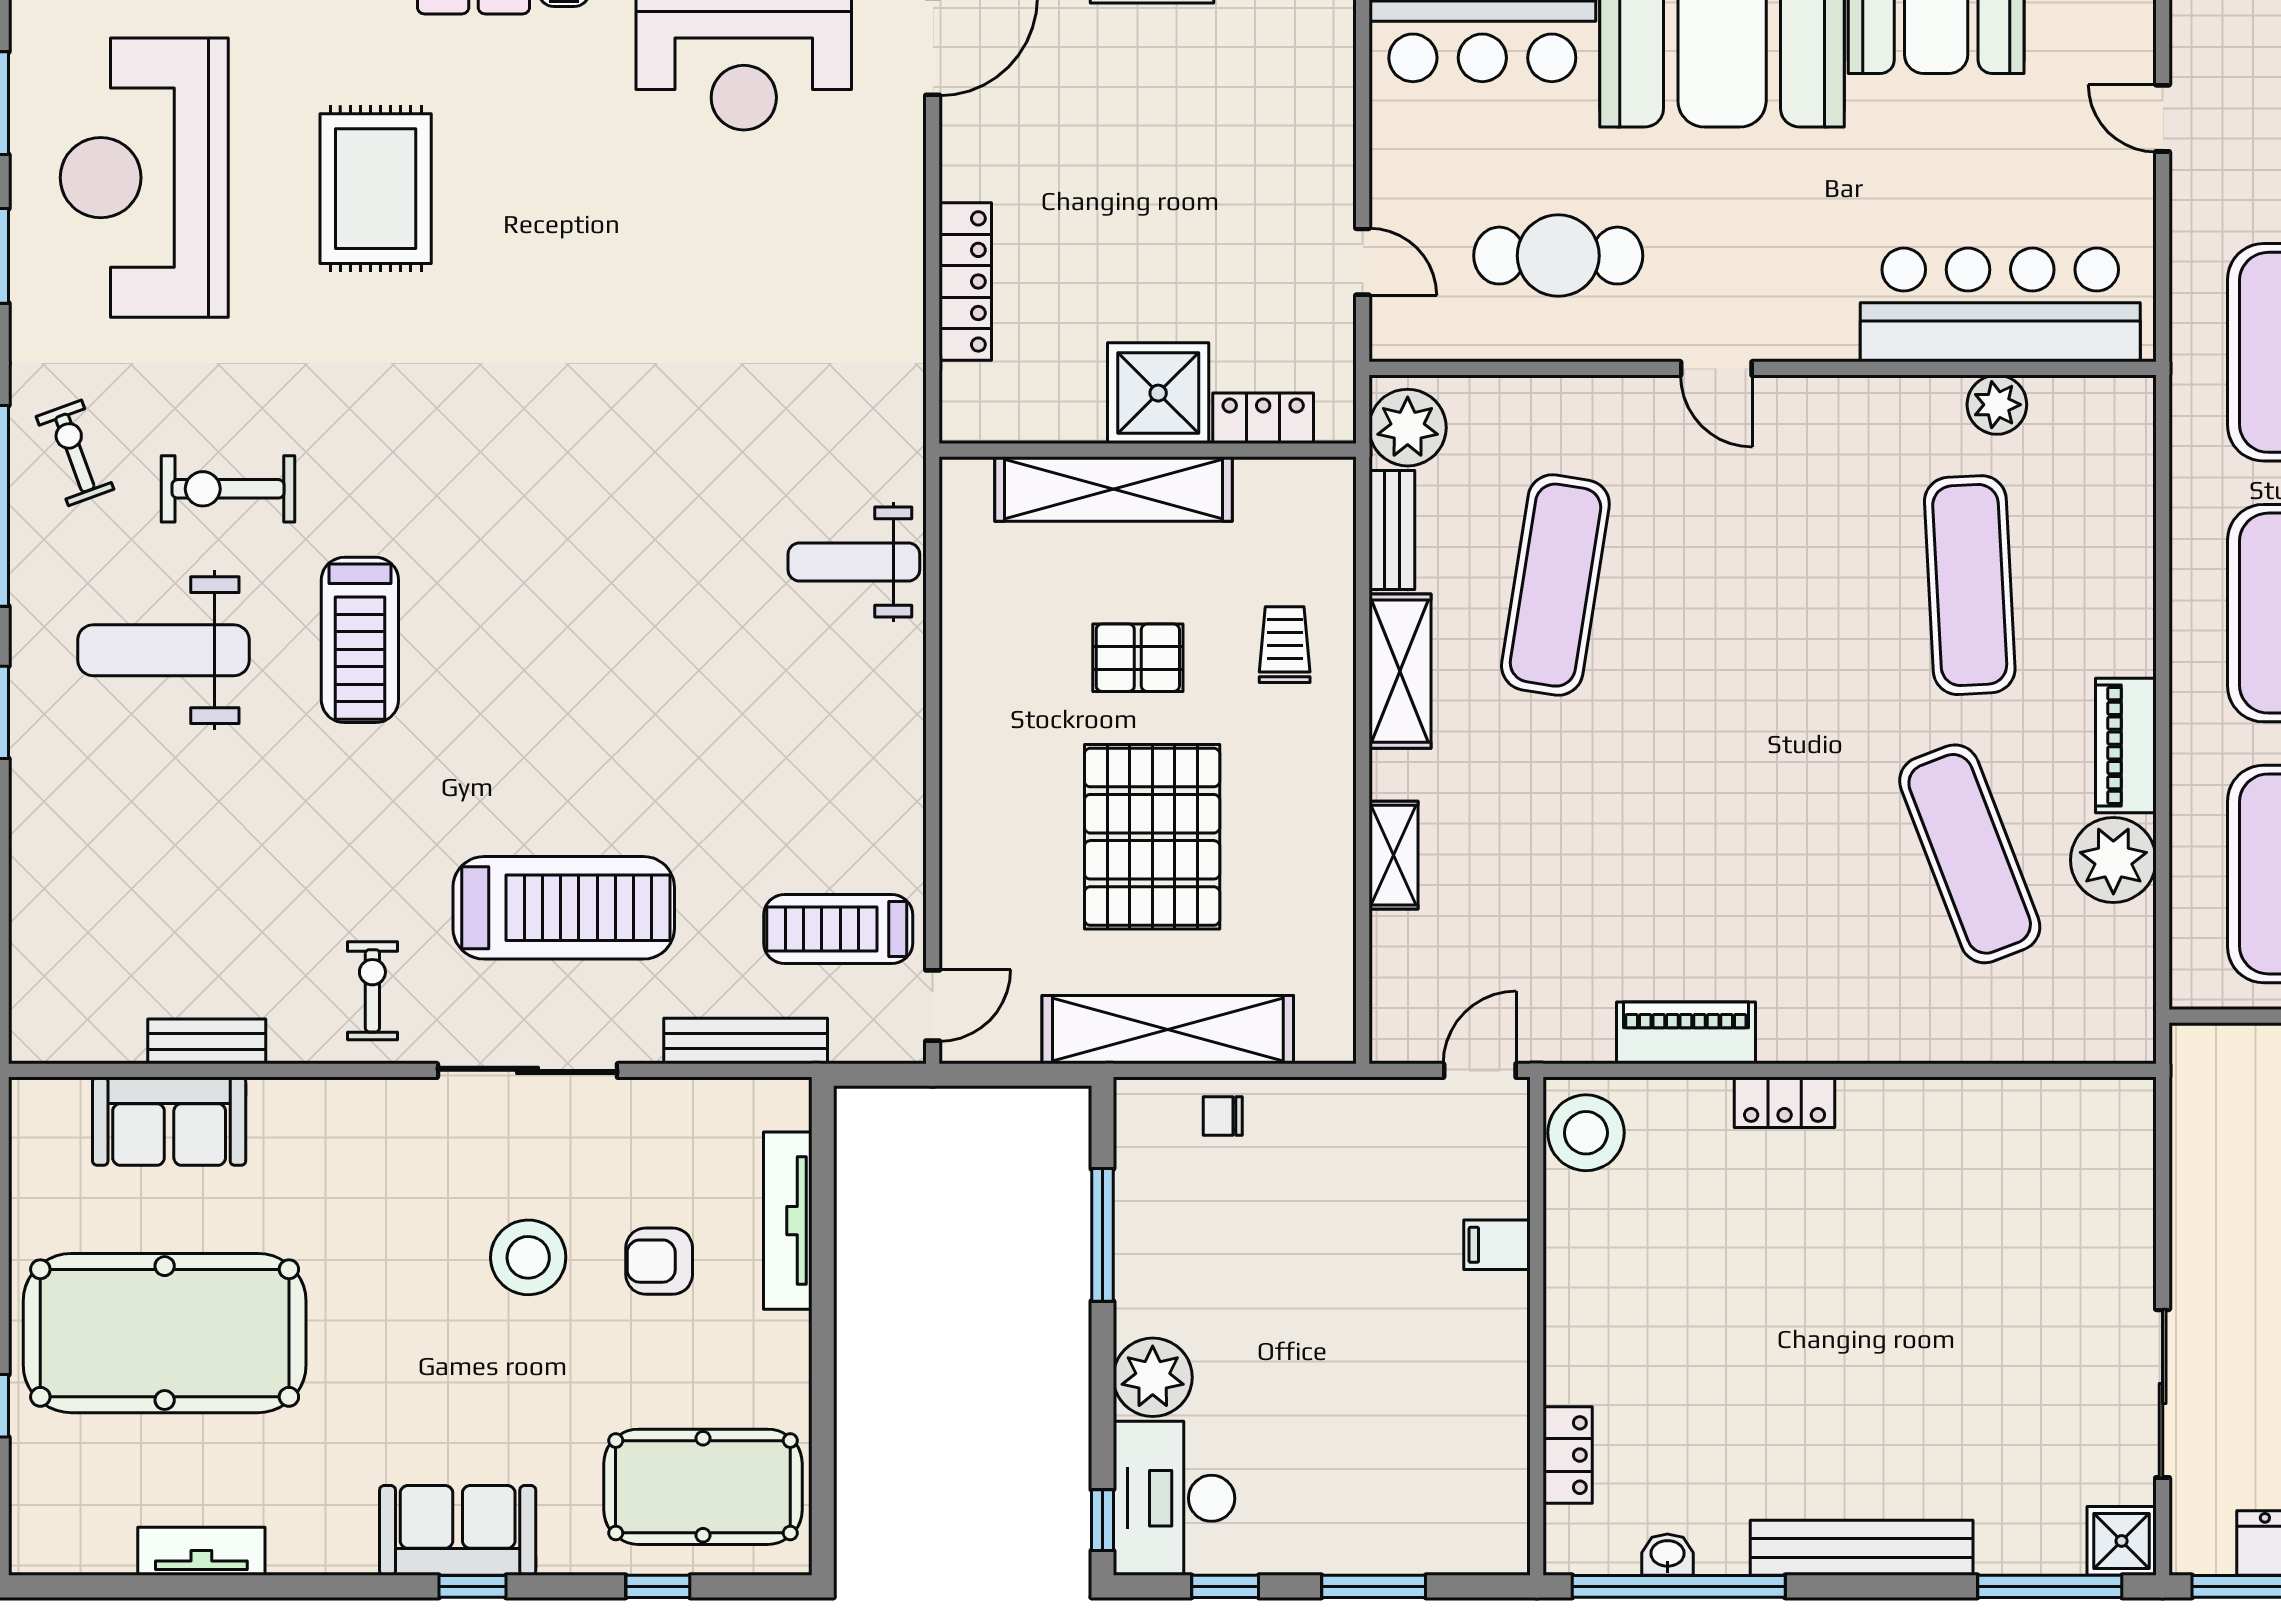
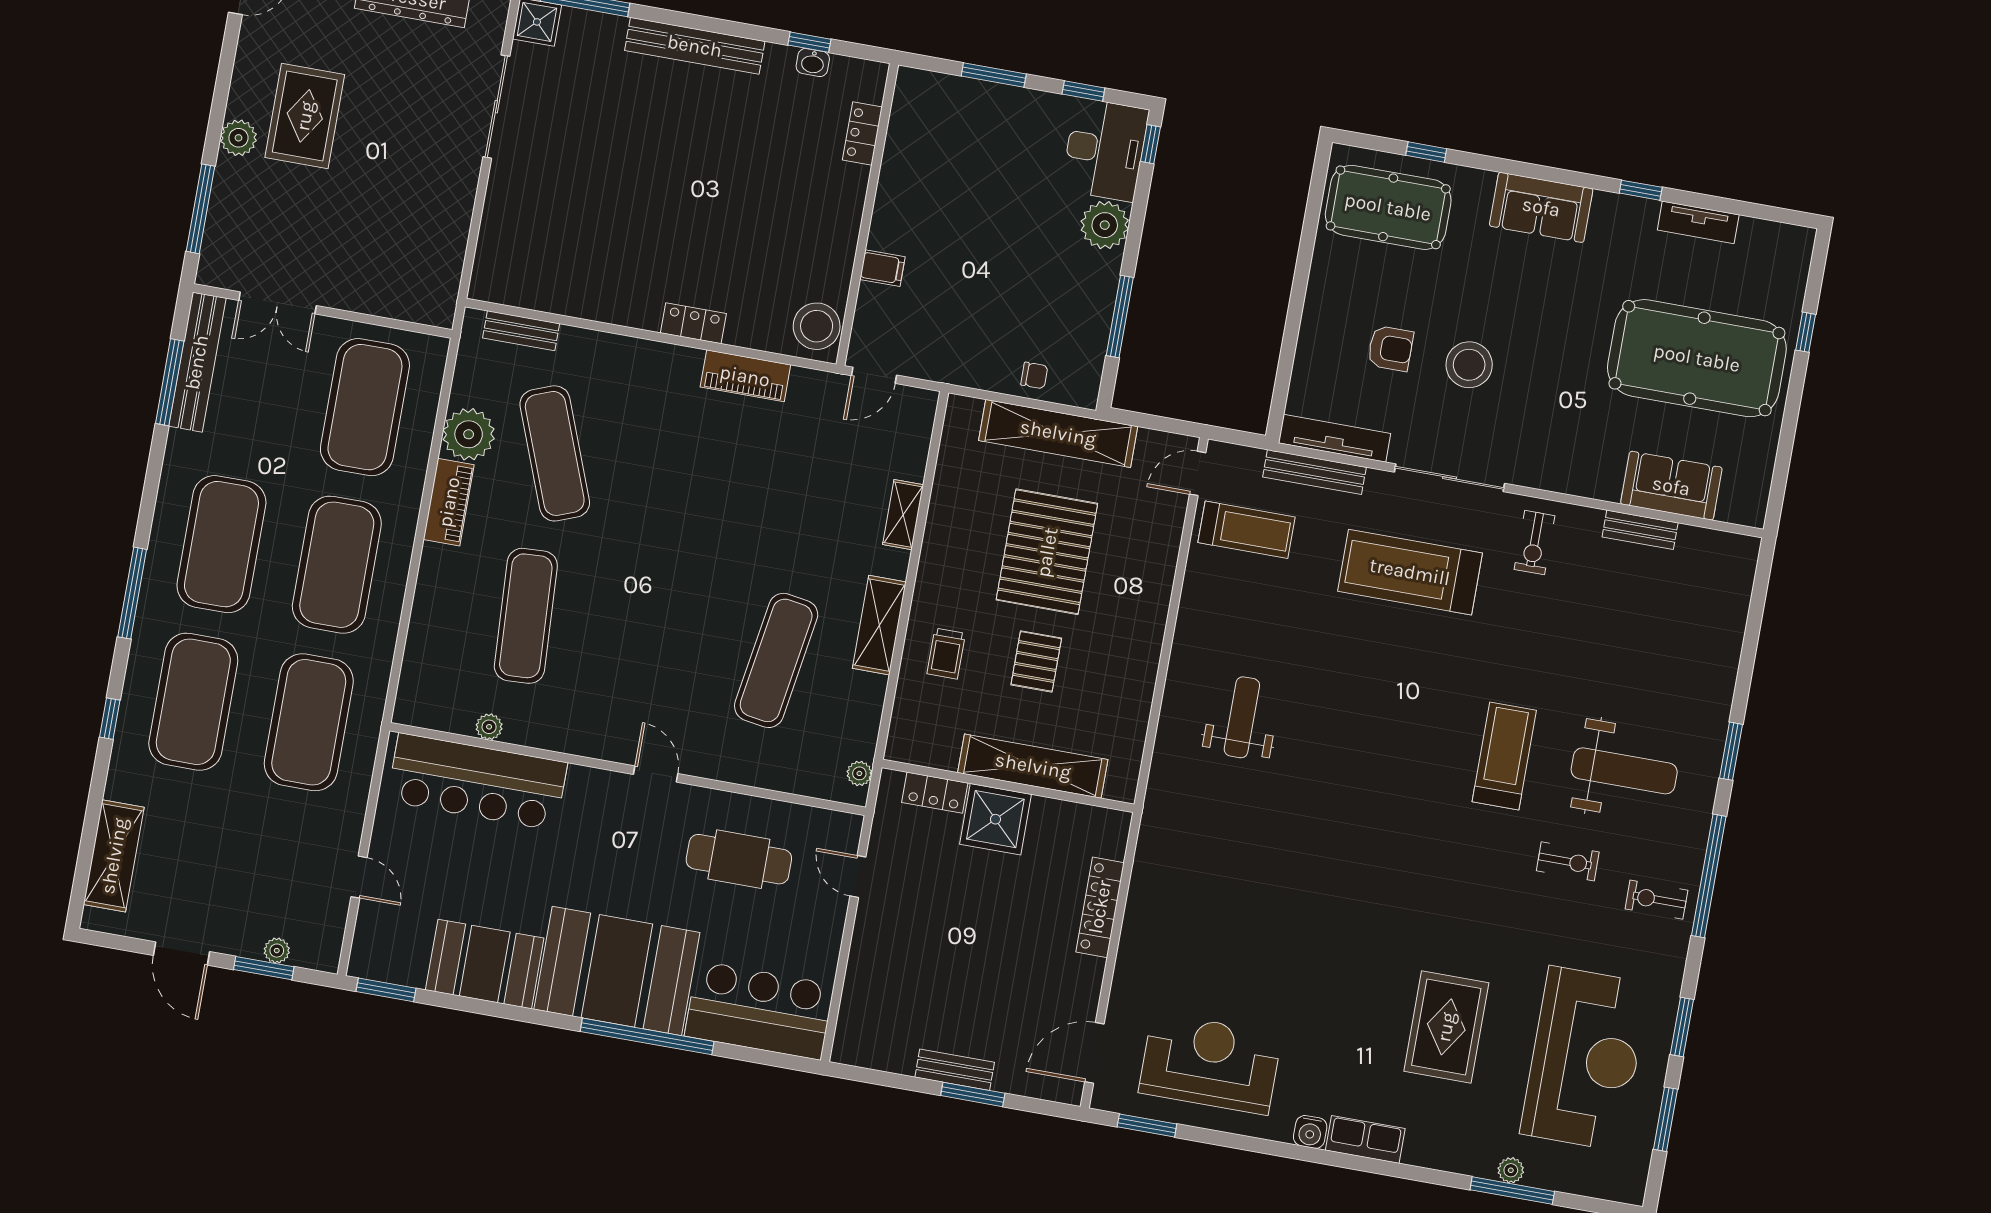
plant: (1997, 405) -> (489, 727), width x0.73, depth x0.73
plant: (1408, 428) -> (859, 773), width x0.53, depth x0.53
exercise bike: (75, 453) -> (1656, 900), turned 110
exercise bike: (228, 489) -> (1568, 861), width x0.73, depth x0.72
bench: (1392, 530) -> (521, 331), moved, turned 90
weight bench: (854, 562) -> (1242, 717), moved, turned -90
pallet: (1138, 658) -> (1036, 661), turned 90
tv unit: (788, 1221) -> (1335, 438), moved, turned -90
window: (472, 1586) -> (1641, 190), moved
window: (1679, 1586) -> (809, 42), width x0.32

